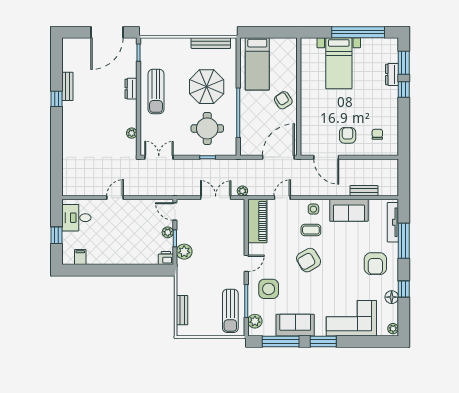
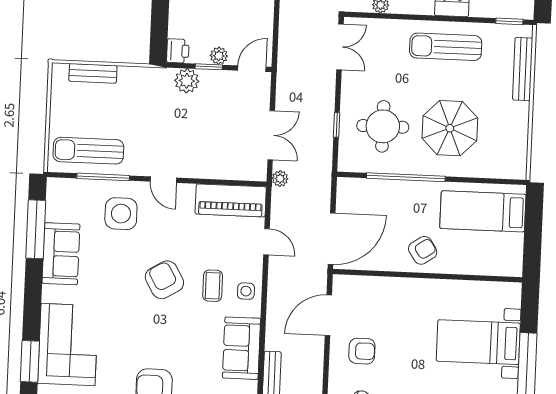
bench: (211, 43) -> (523, 69), moved
door: (278, 157) -> (332, 239), hinge flipped
plant: (255, 321) -> (70, 189), removed
window: (323, 342) -> (30, 361), moved

